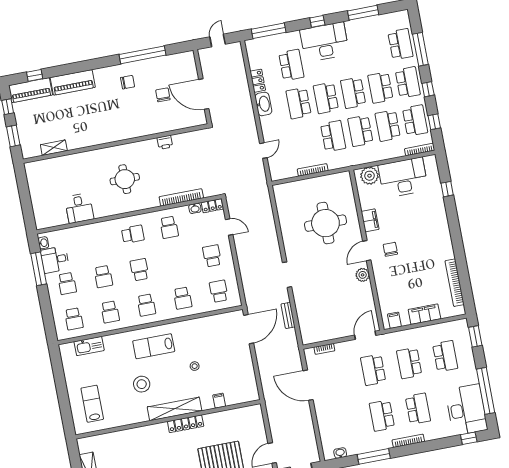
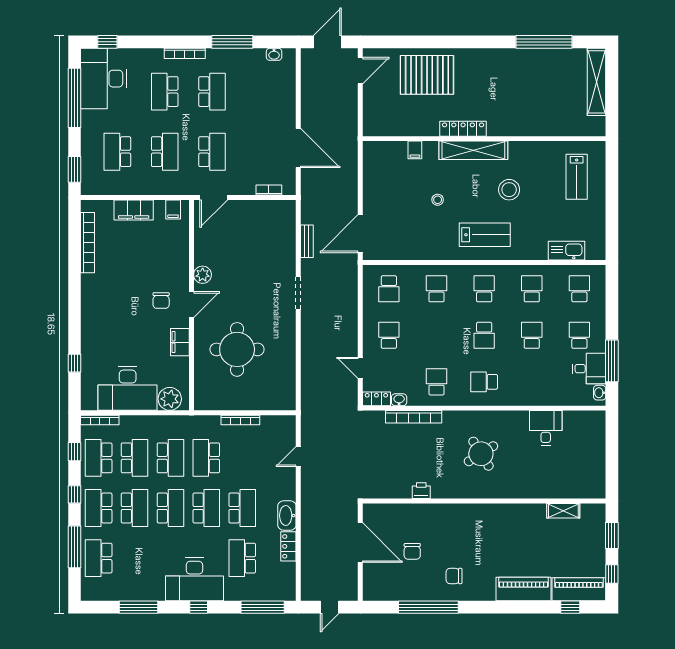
round table: (125, 179) -> (481, 454), turned -32
school desk: (212, 256) -> (389, 335), turned 180

